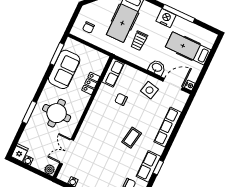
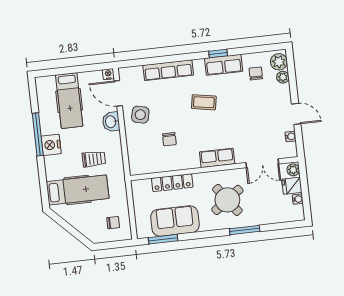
row of seats: (113, 73) -> (217, 158), moved
locker: (91, 83) -> (172, 183), width x1.53
round table: (57, 113) -> (227, 200), turned -36
fridge: (20, 153) -> (292, 186), moved

